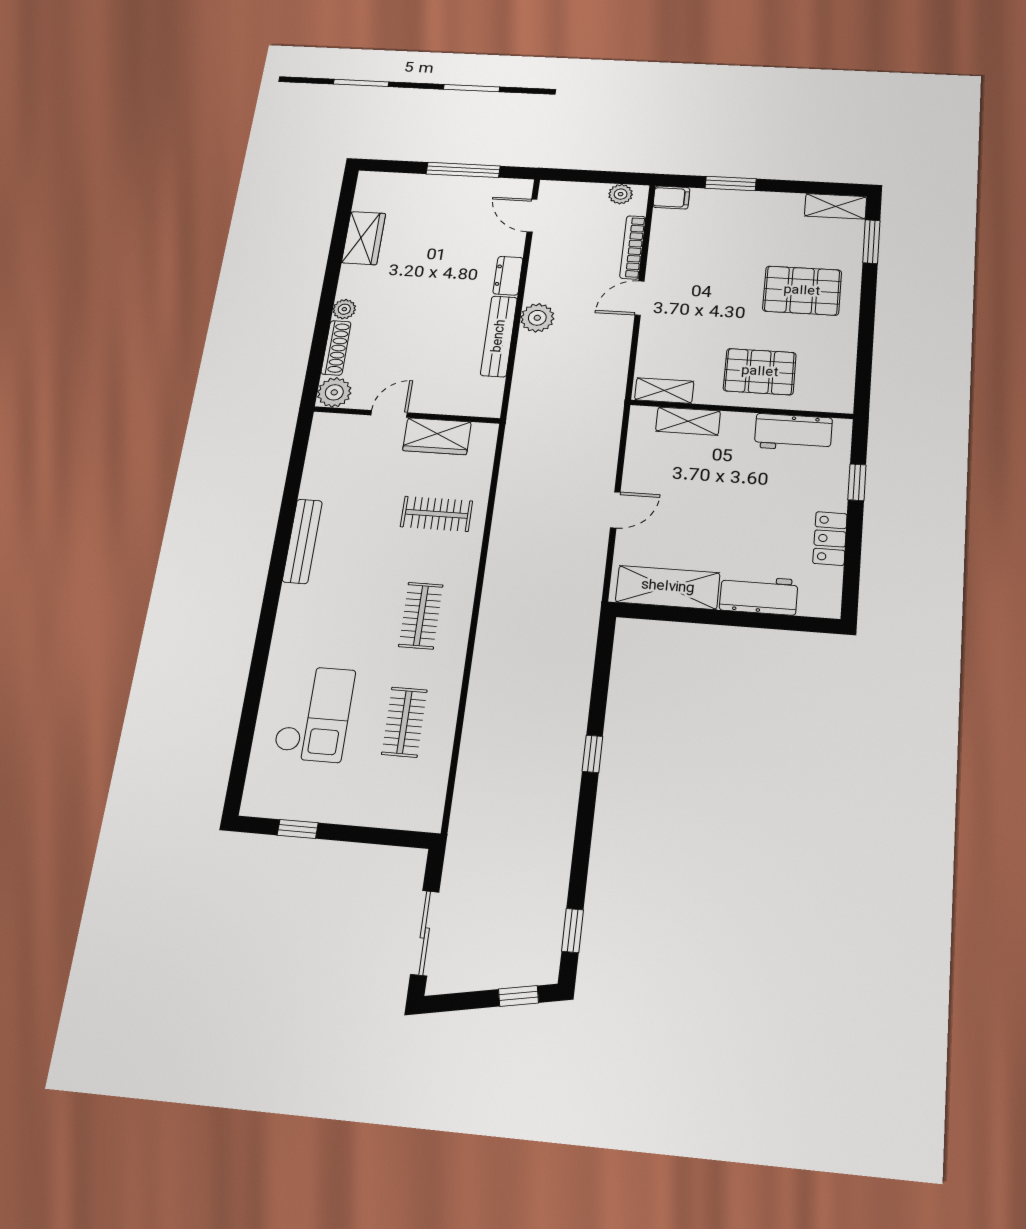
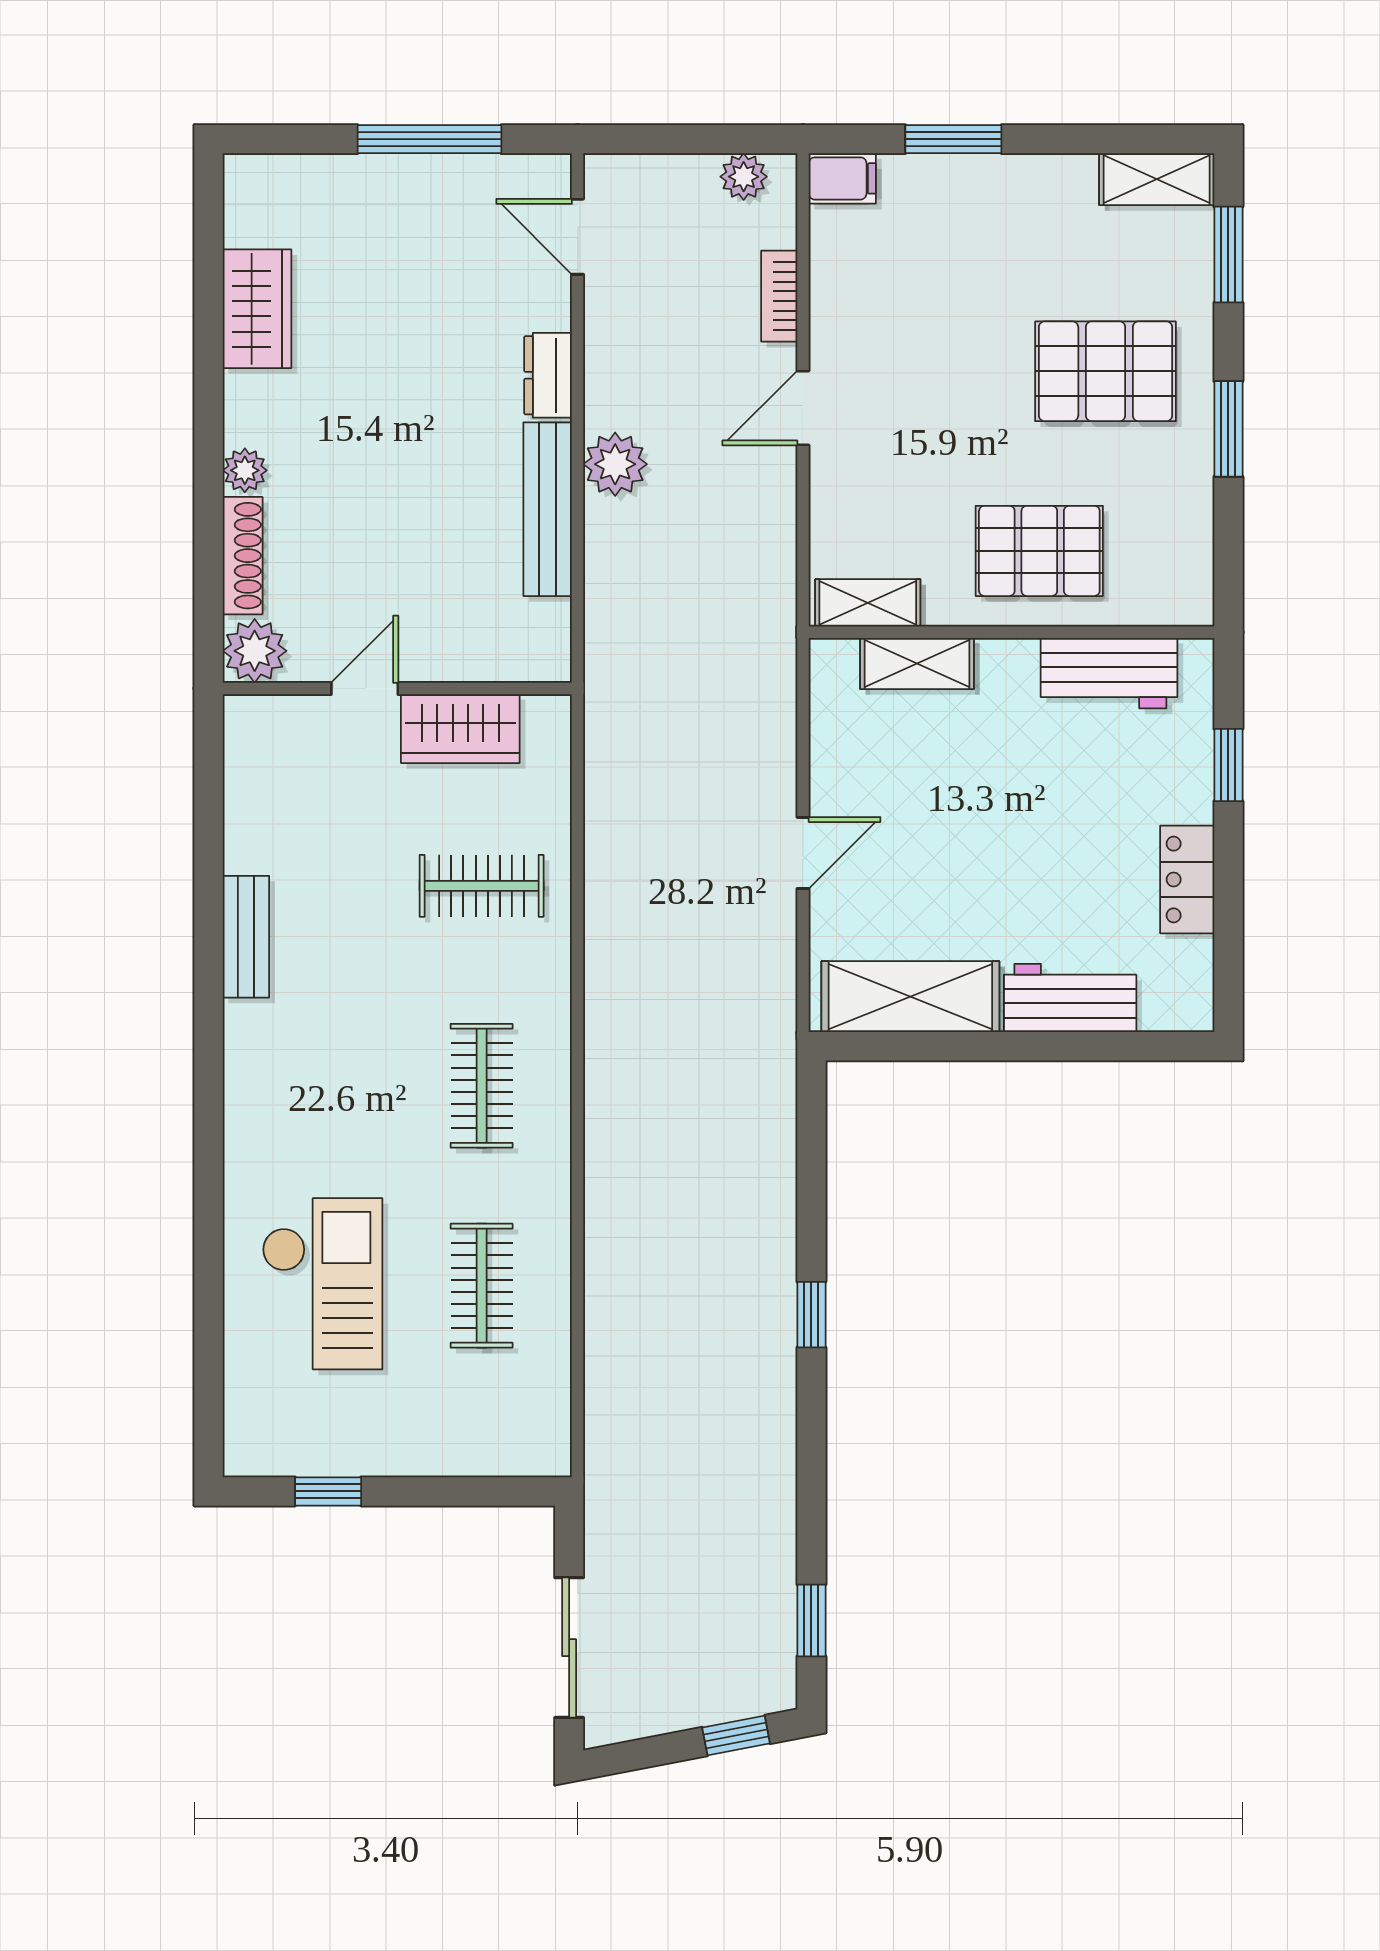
bookcase: (633, 247) -> (779, 296), width x0.64
window: (867, 321) -> (1228, 429), added
bench: (302, 541) -> (246, 937), width x0.73

